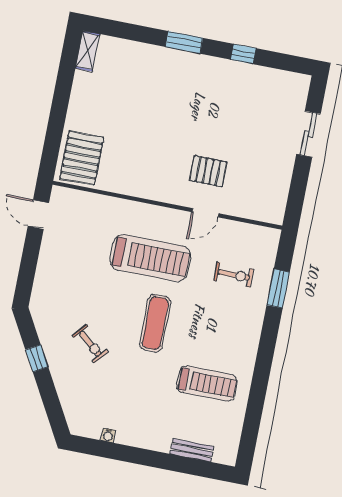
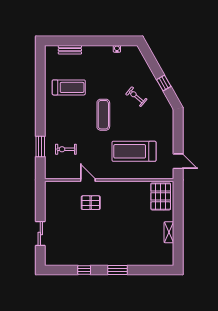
shelving: (87, 51) -> (169, 232), moved
door: (205, 213) -> (88, 180), hinge flipped
treadmill: (150, 258) -> (134, 151), moved
treadmill: (207, 384) -> (69, 87), turned 180

